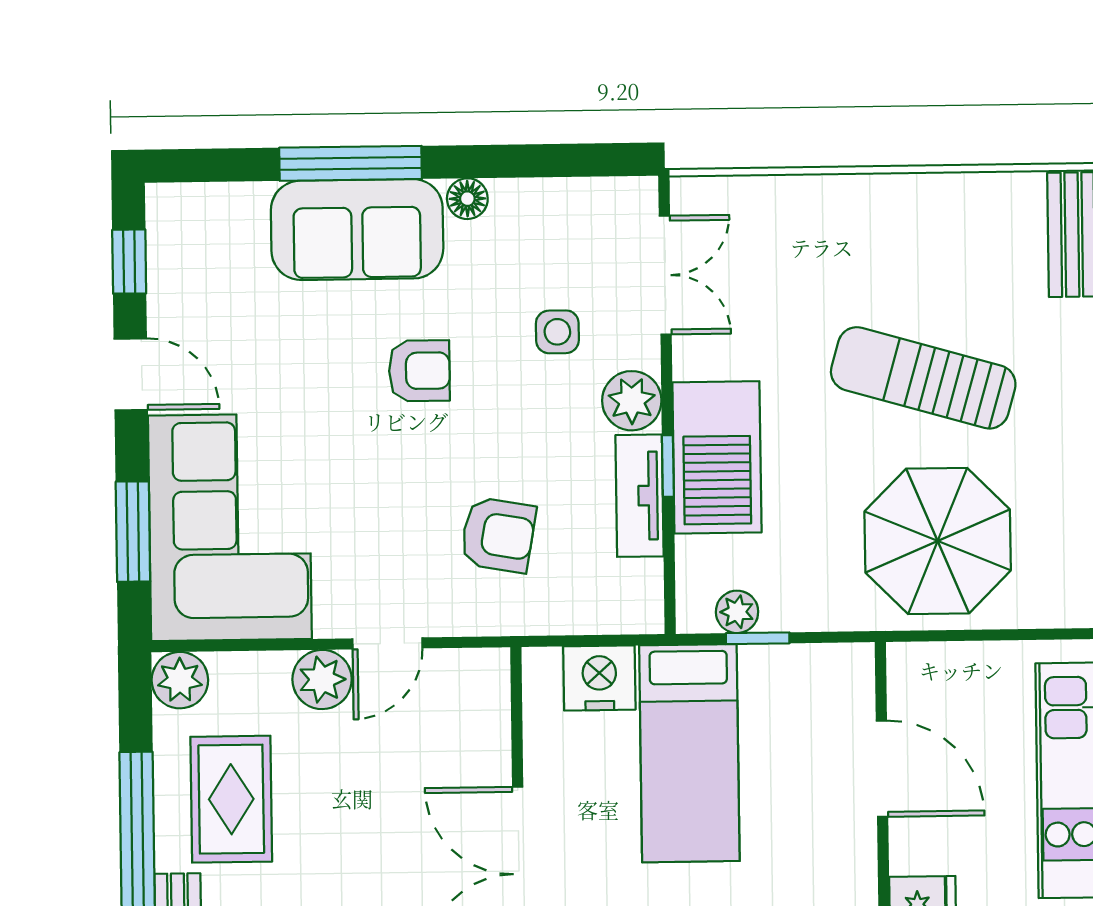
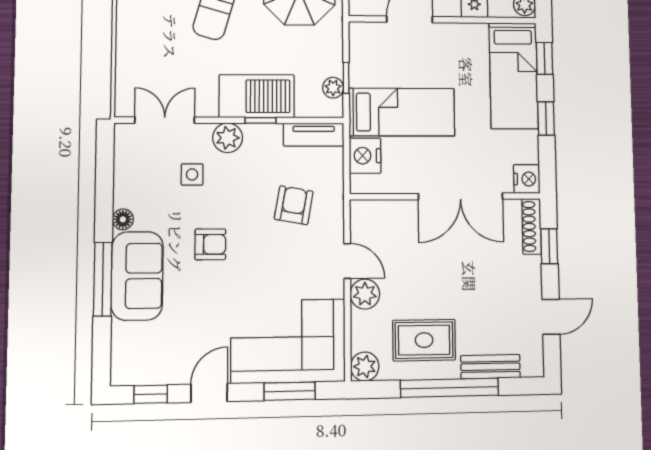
armchair: (419, 371) -> (210, 244), turned 90
tv unit: (640, 496) -> (314, 135), moved

